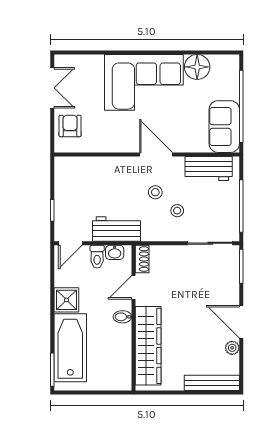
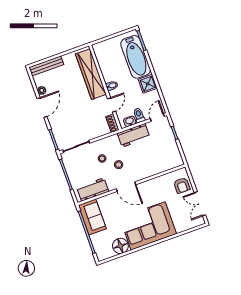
door: (241, 322) -> (42, 107), hinge flipped

